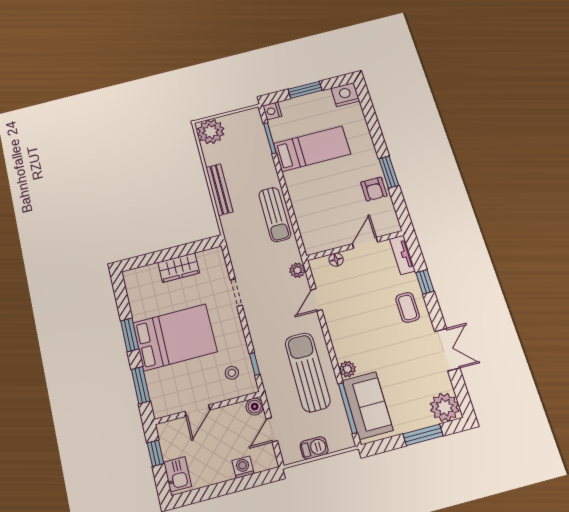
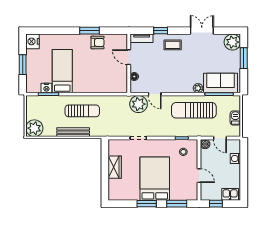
nightstand: (272, 111) -> (46, 88), moved
sun lounger: (275, 214) -> (82, 111), moved
plant: (297, 270) -> (139, 104), width x1.87, depth x1.87

